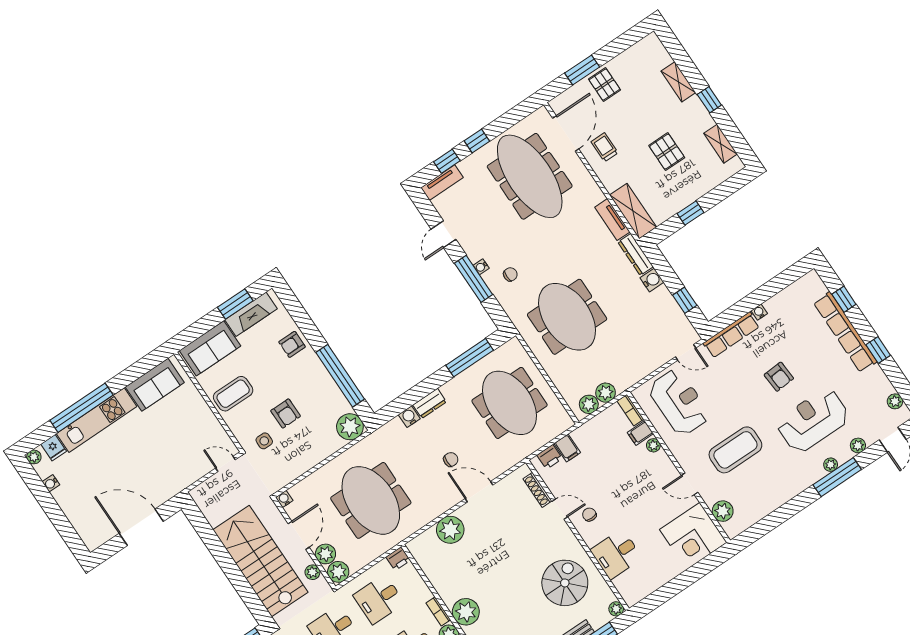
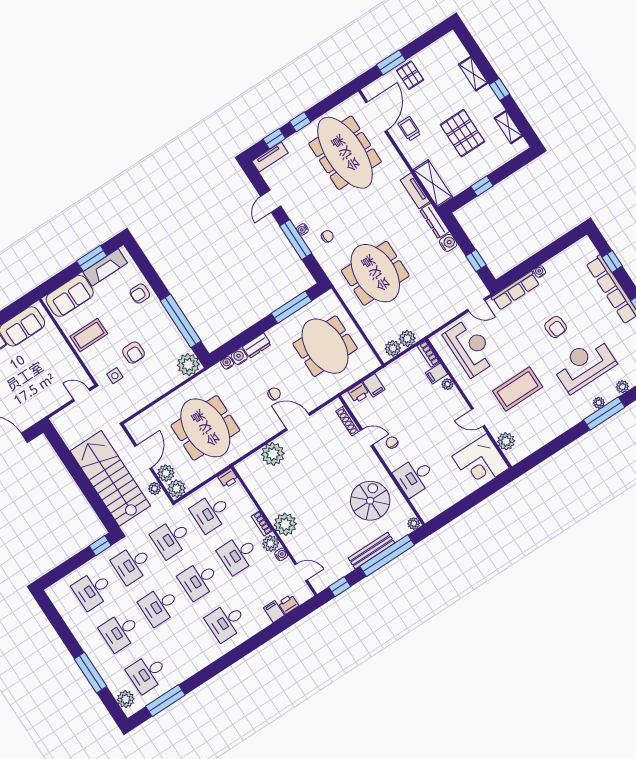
pallet: (667, 152) -> (462, 133), width x1.50, depth x1.42
water cooler: (284, 499) -> (227, 363), moved

